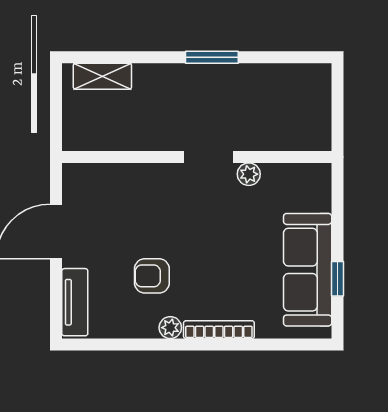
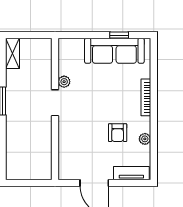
shelving: (102, 76) -> (13, 53), moved
plant: (170, 328) -> (145, 139), moved

